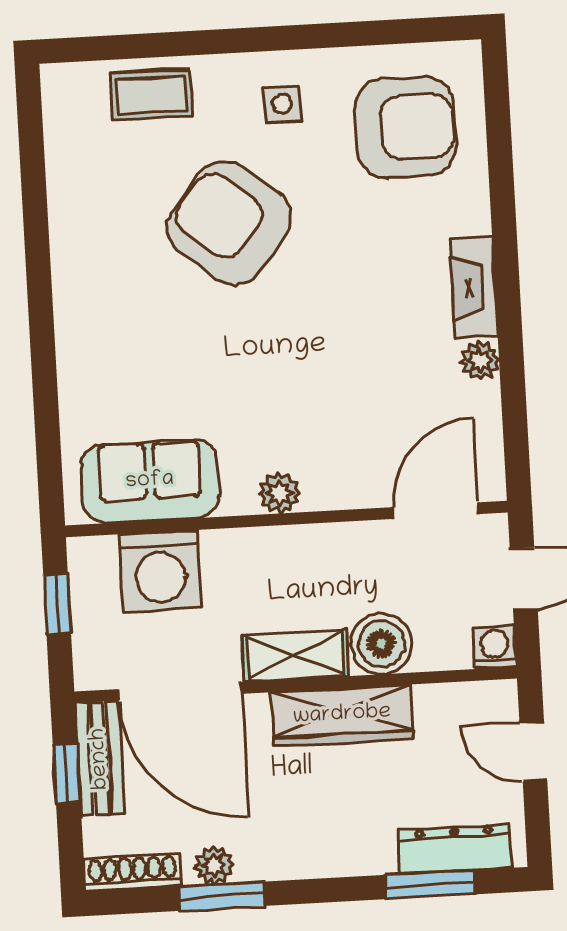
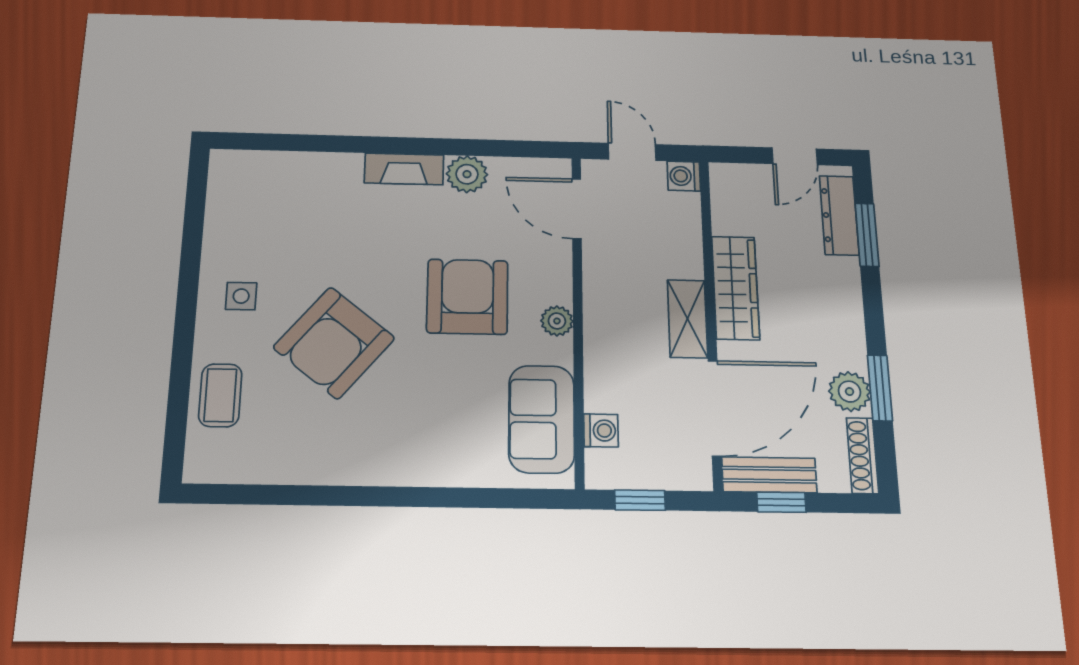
armchair: (405, 127) -> (467, 297), moved
plant: (480, 360) -> (467, 174), width x1.38, depth x1.38
washing machine: (160, 571) -> (601, 430), width x0.53, depth x0.53
boiler: (381, 644) -> (679, 255), removed
door: (533, 751) -> (795, 156), moved
plant: (214, 865) -> (850, 392), width x1.38, depth x1.38

